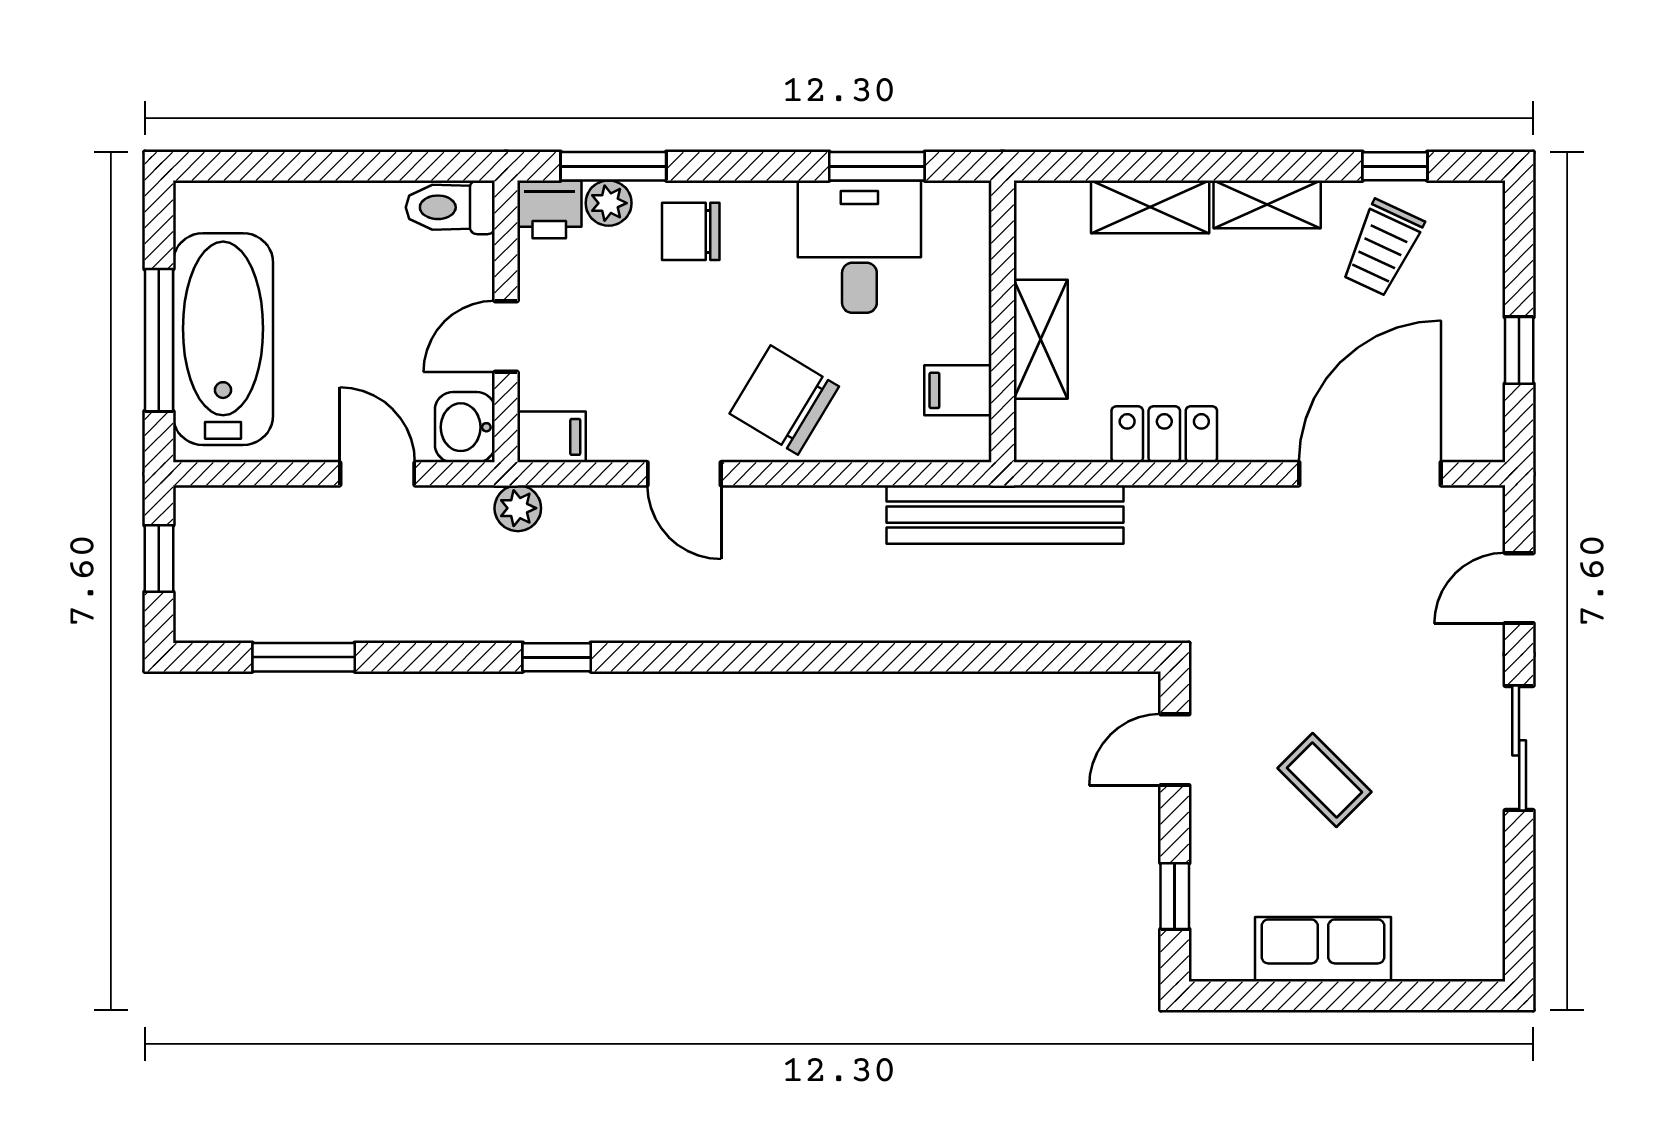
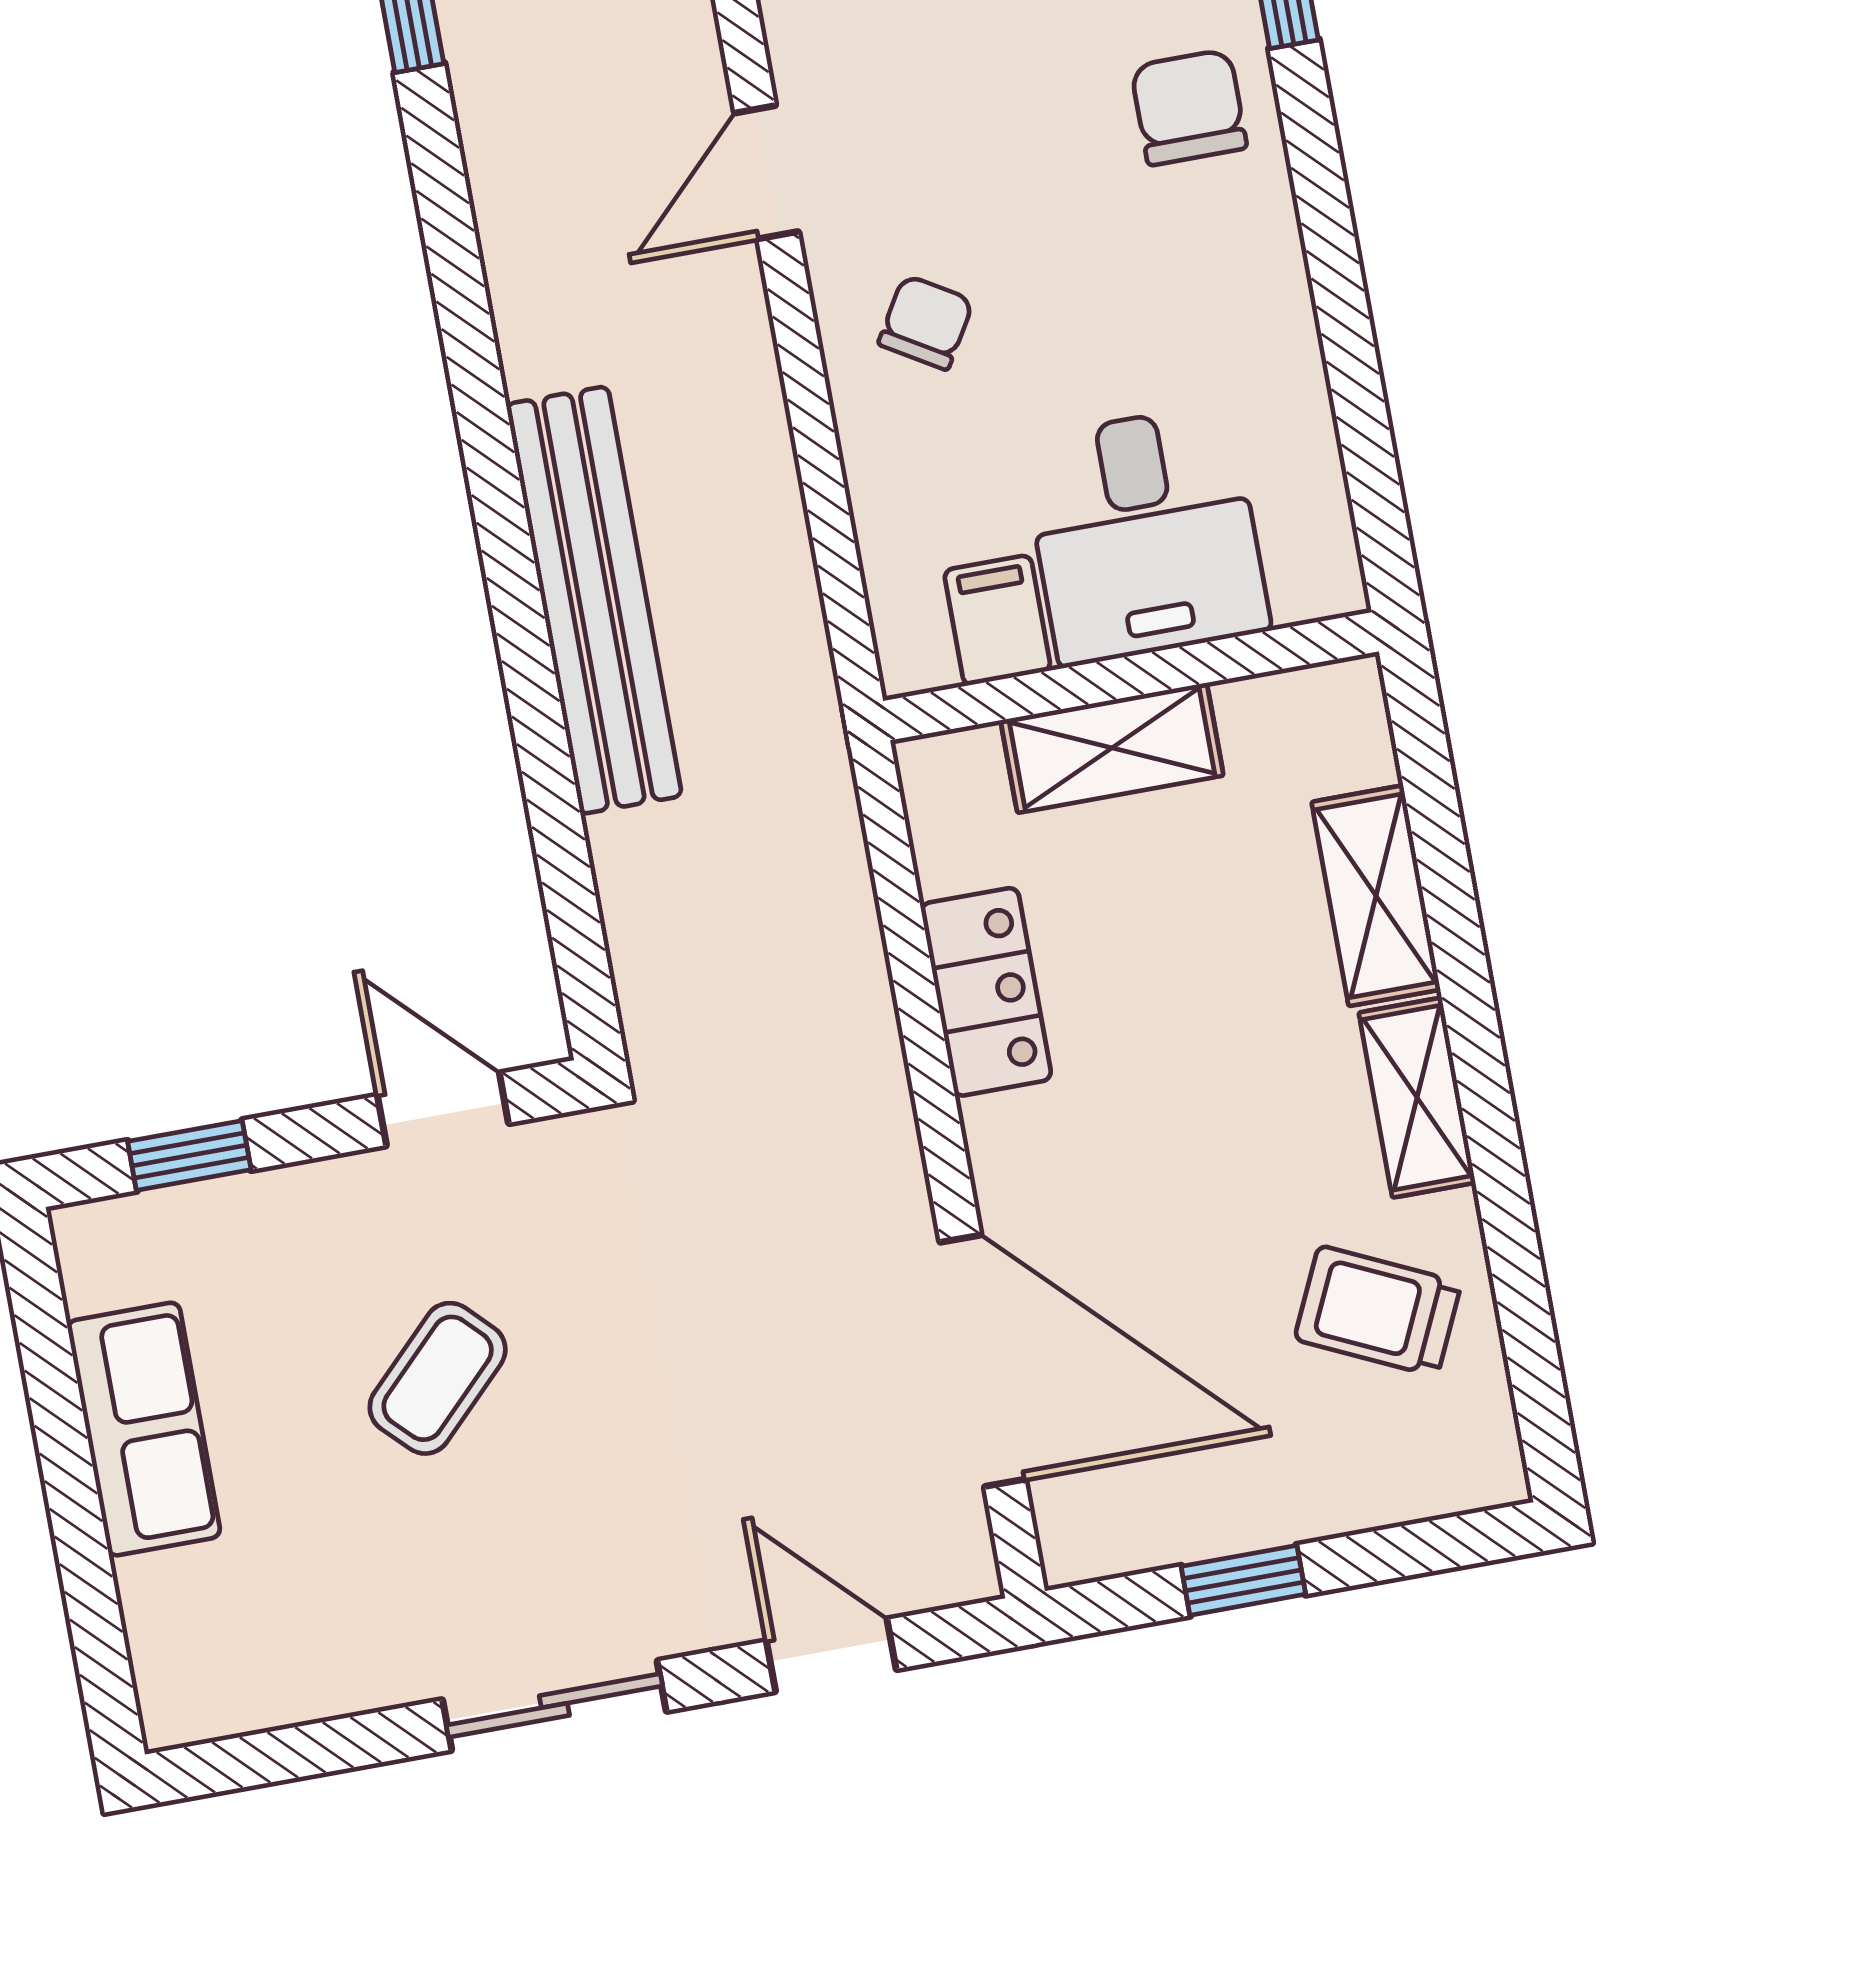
window: (877, 166) -> (1360, 410), removed
window: (1395, 166) -> (1523, 1307), removed
desk: (859, 247) -> (1145, 535), moved, turned 90
chair: (784, 400) -> (926, 322), width x0.54, depth x0.54
bench: (1005, 515) -> (594, 600), moved

